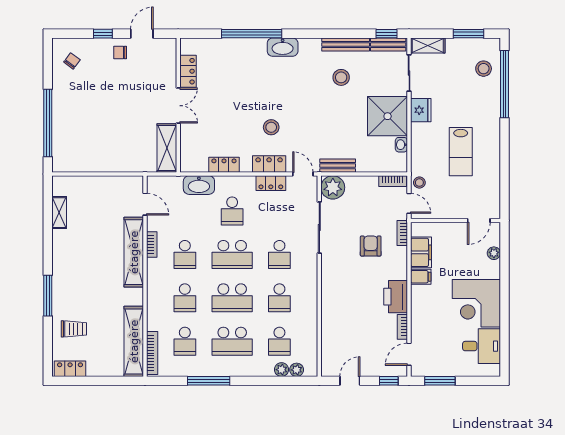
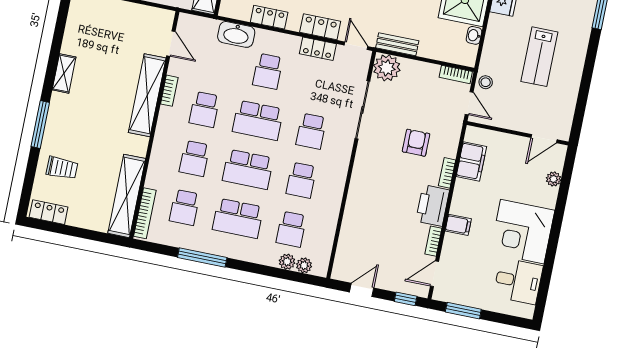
shelving: (59, 213) -> (64, 73), moved
bookcase: (402, 233) -> (447, 173), moved
filing cabinet: (421, 277) -> (458, 225), moved

